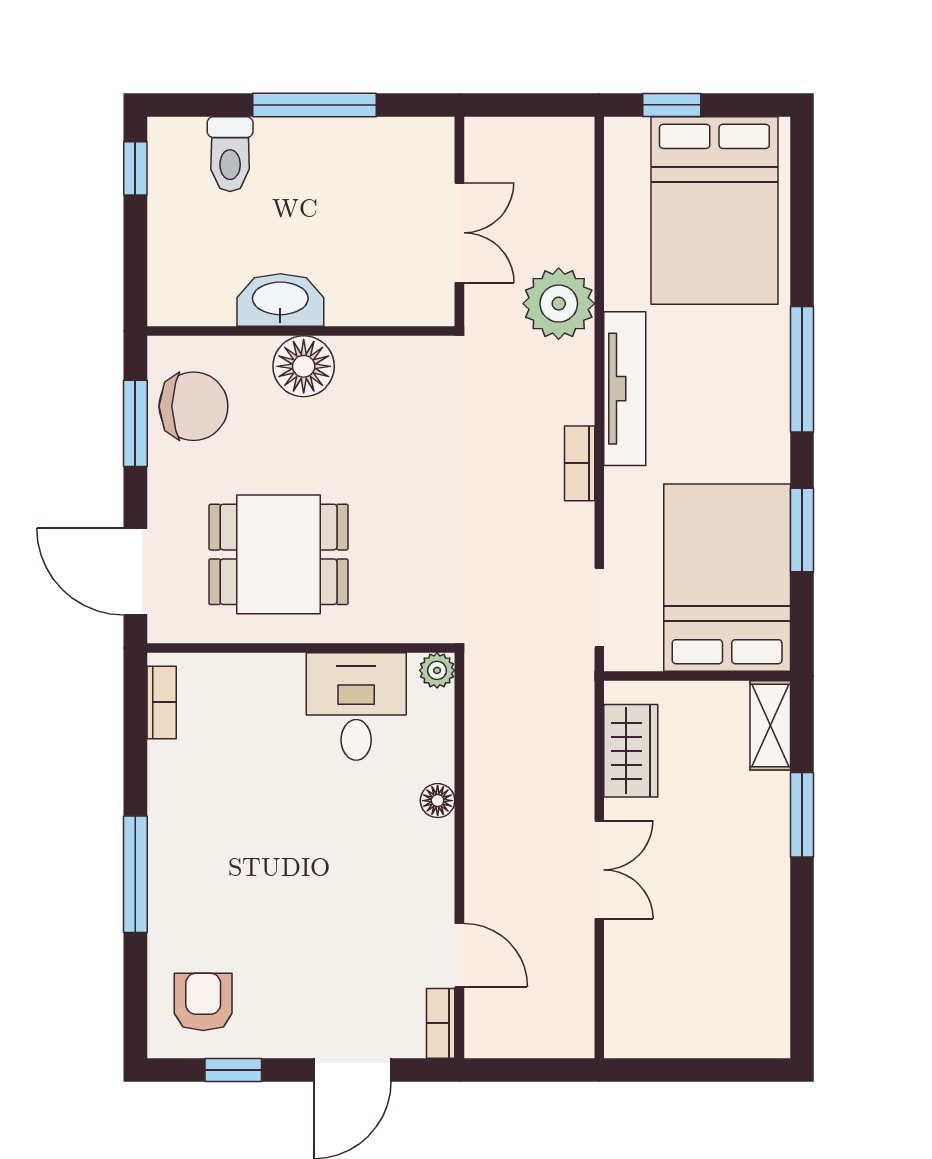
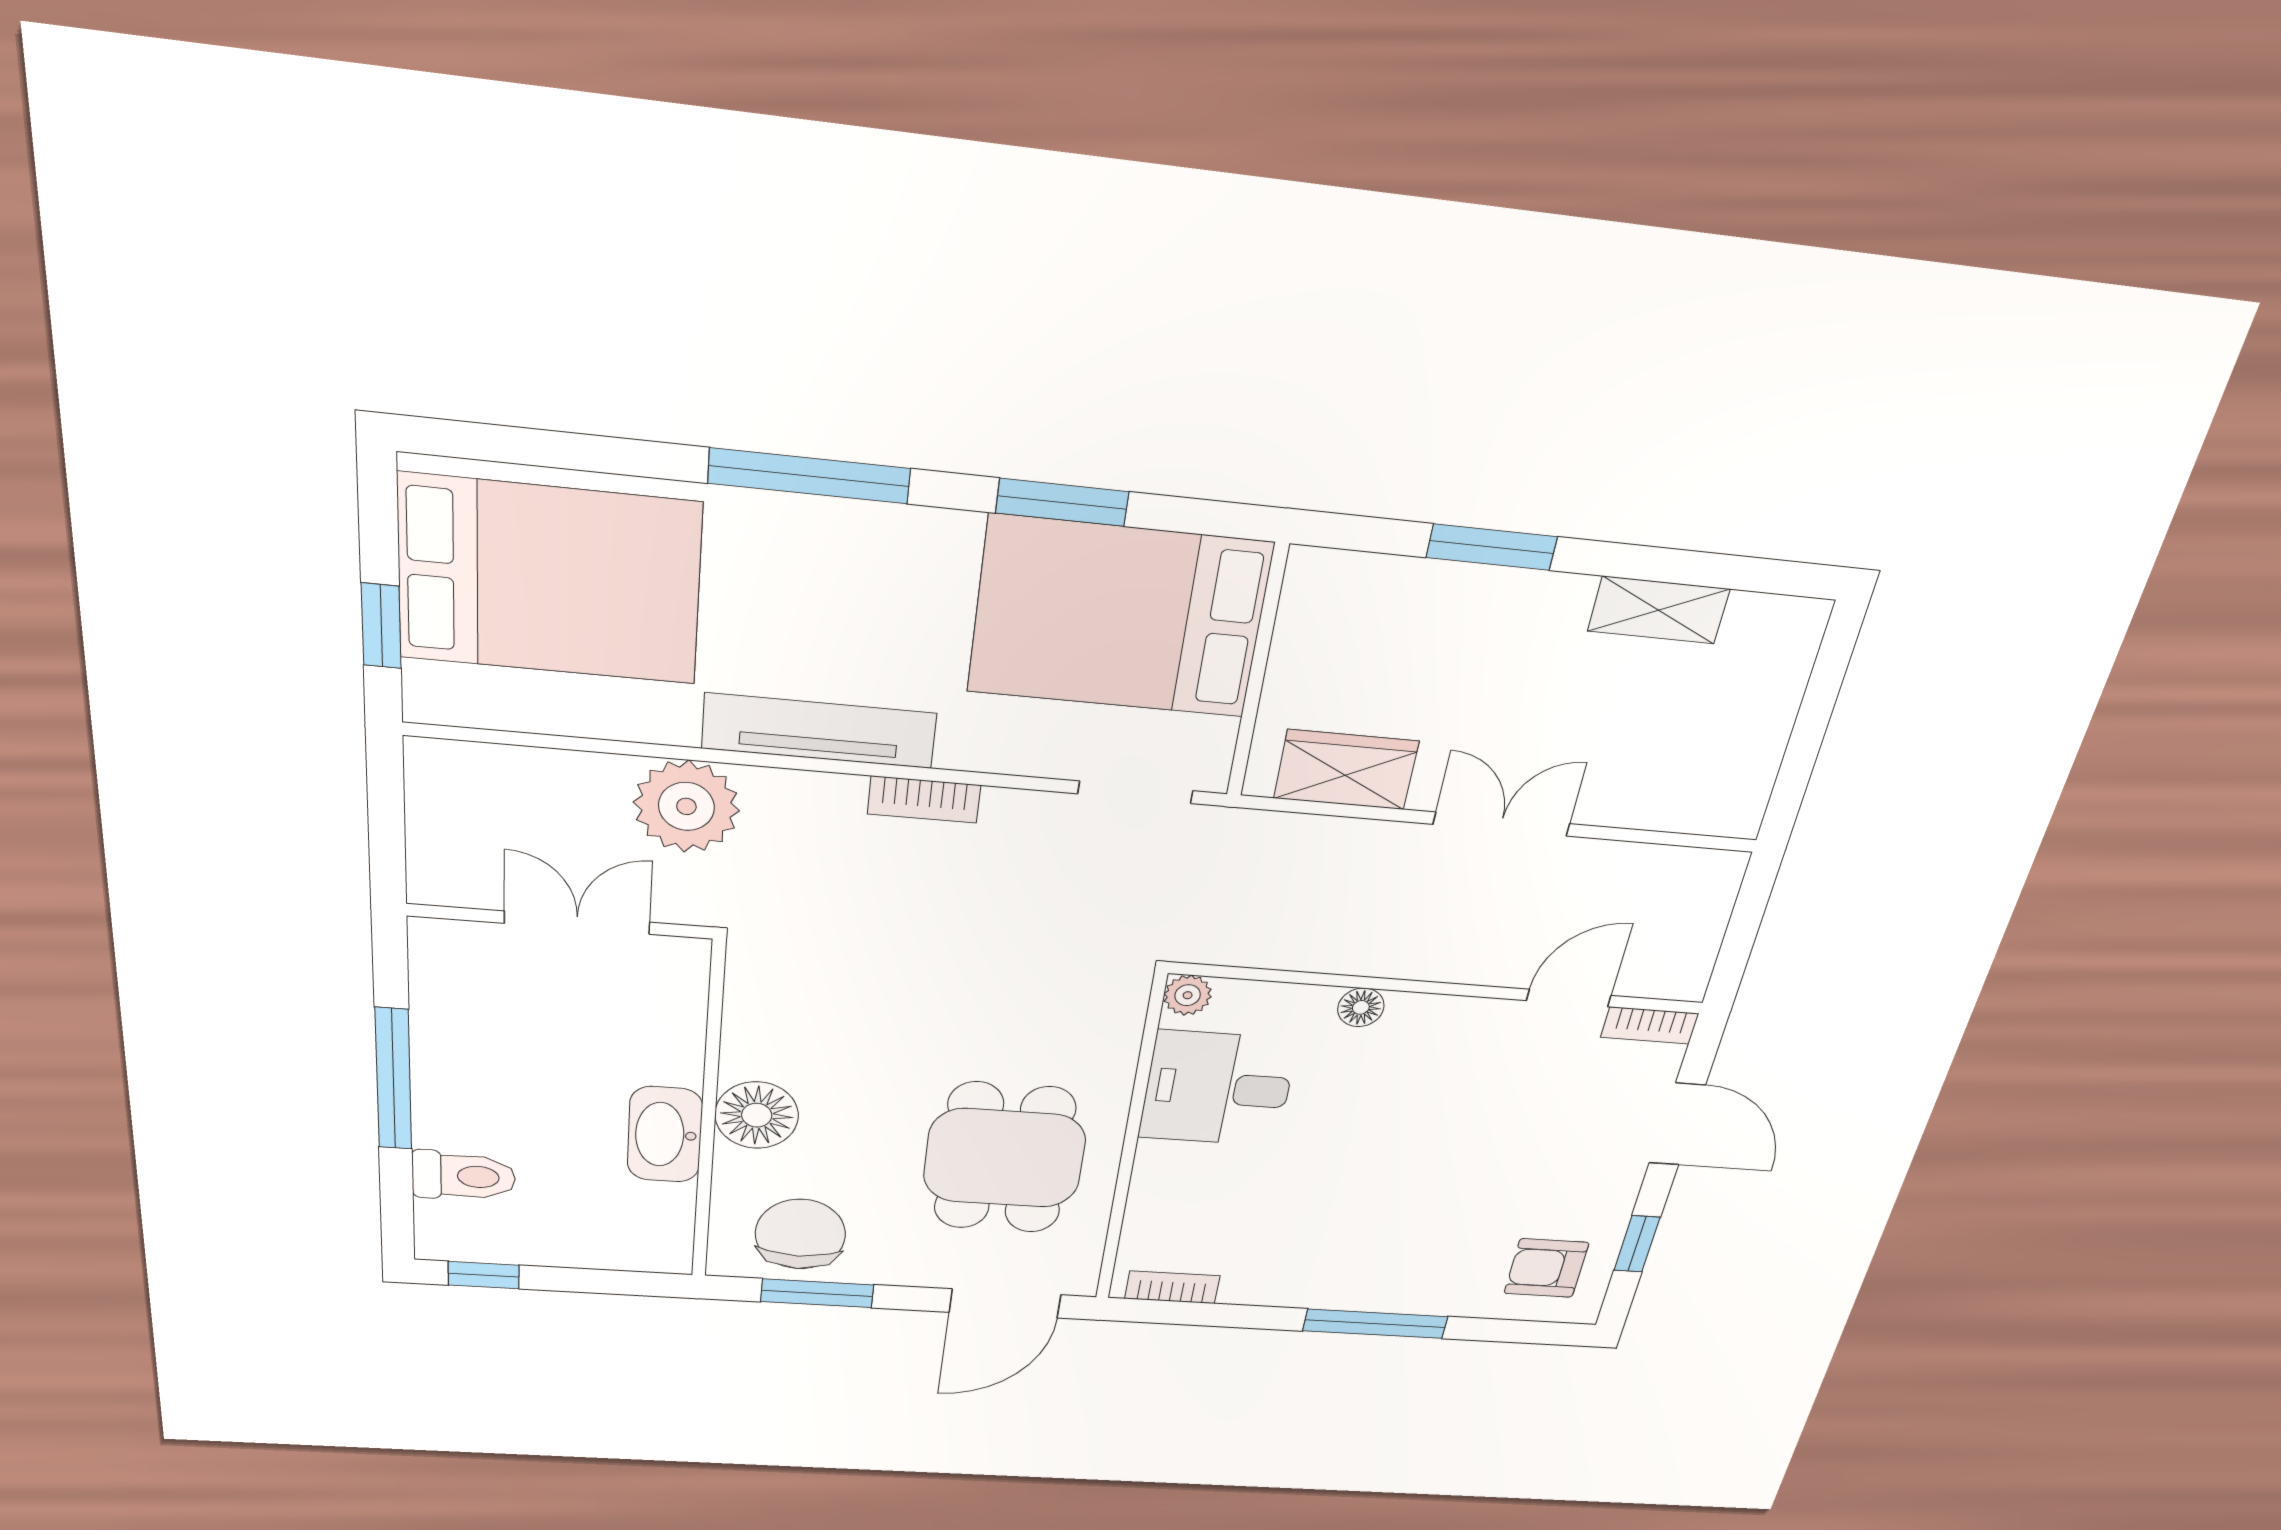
shelving: (770, 725) -> (1659, 610), moved

